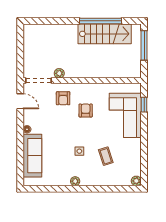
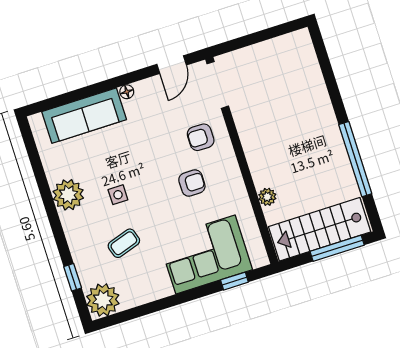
stairs: (105, 34) -> (320, 229), moved, turned 90
plant: (59, 73) -> (267, 197), moved
plant: (75, 181) -> (68, 195), width x1.88, depth x1.88
plant: (136, 181) -> (103, 300), width x1.87, depth x1.87
window: (115, 189) -> (73, 277), added

